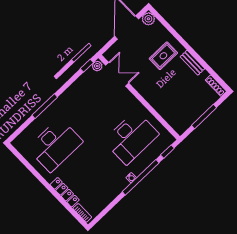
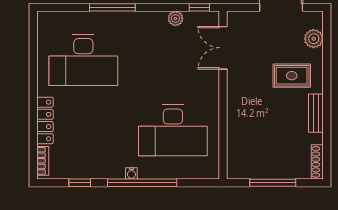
plant: (148, 19) -> (314, 39), moved
plant: (97, 66) -> (176, 18), moved
double door: (117, 74) -> (223, 48), swing flipped
window: (167, 152) -> (80, 183), moved

